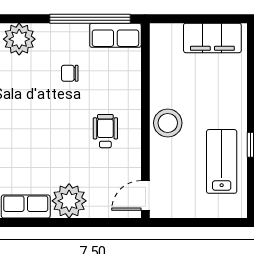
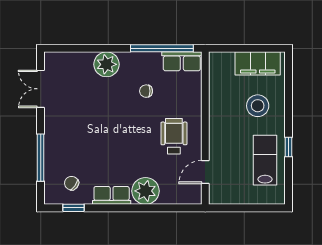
stool: (168, 123) -> (258, 106), moved
wheelchair: (105, 131) -> (174, 136), width x1.36, depth x1.37
door: (145, 195) -> (205, 172), moved

